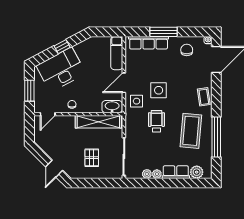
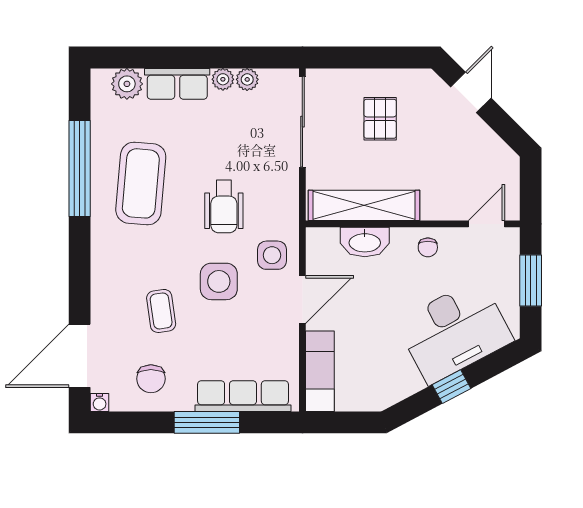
coffee table: (204, 97) -> (161, 311), moved
washbasin: (112, 107) -> (365, 242), moved

